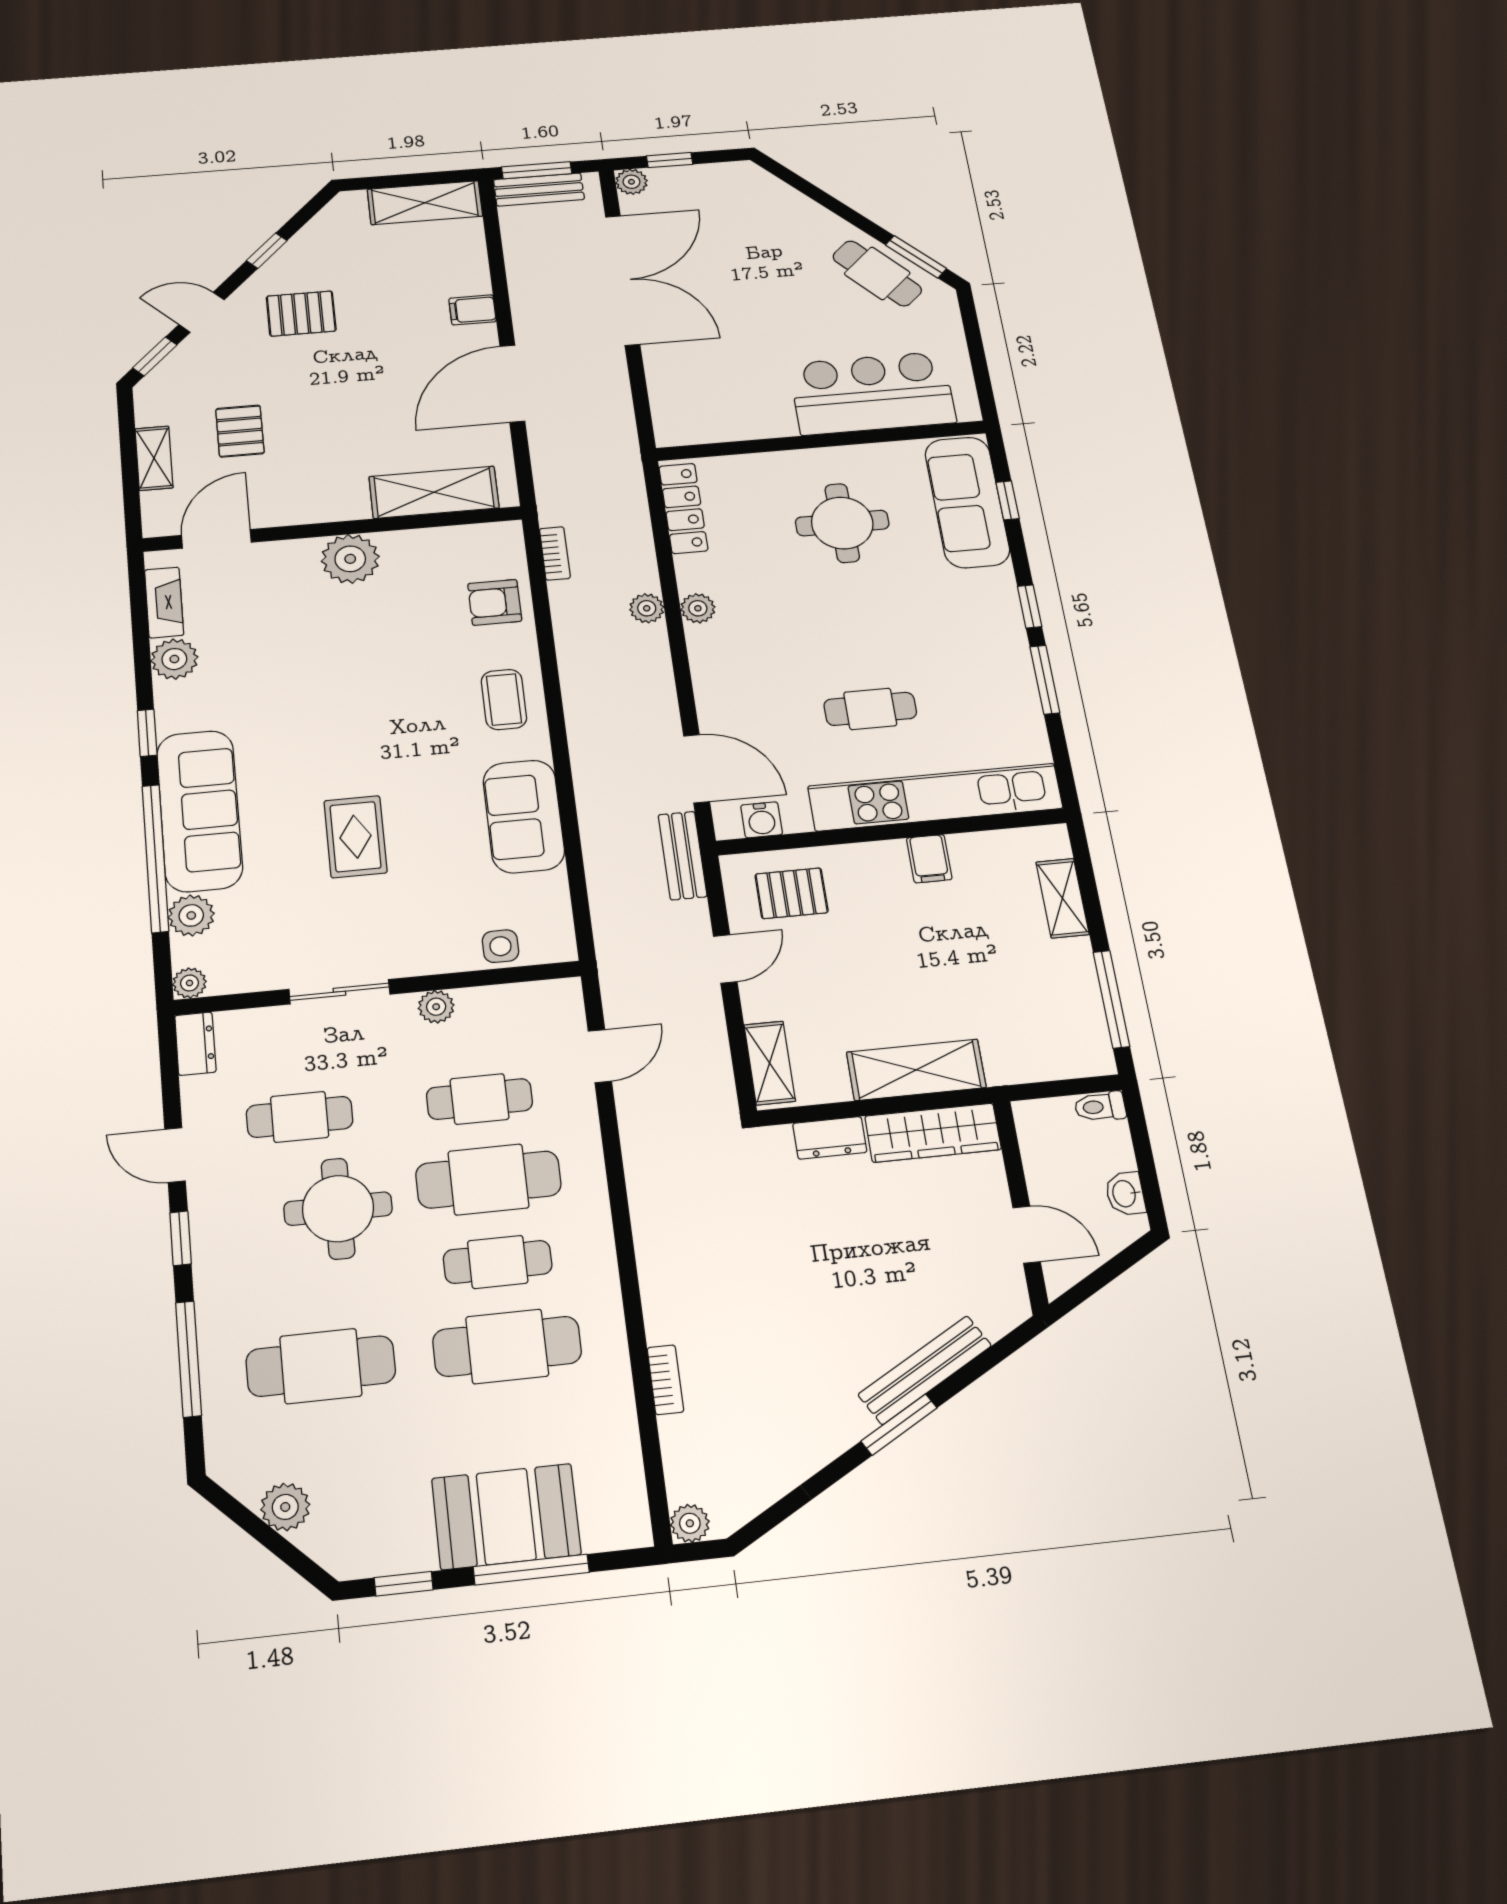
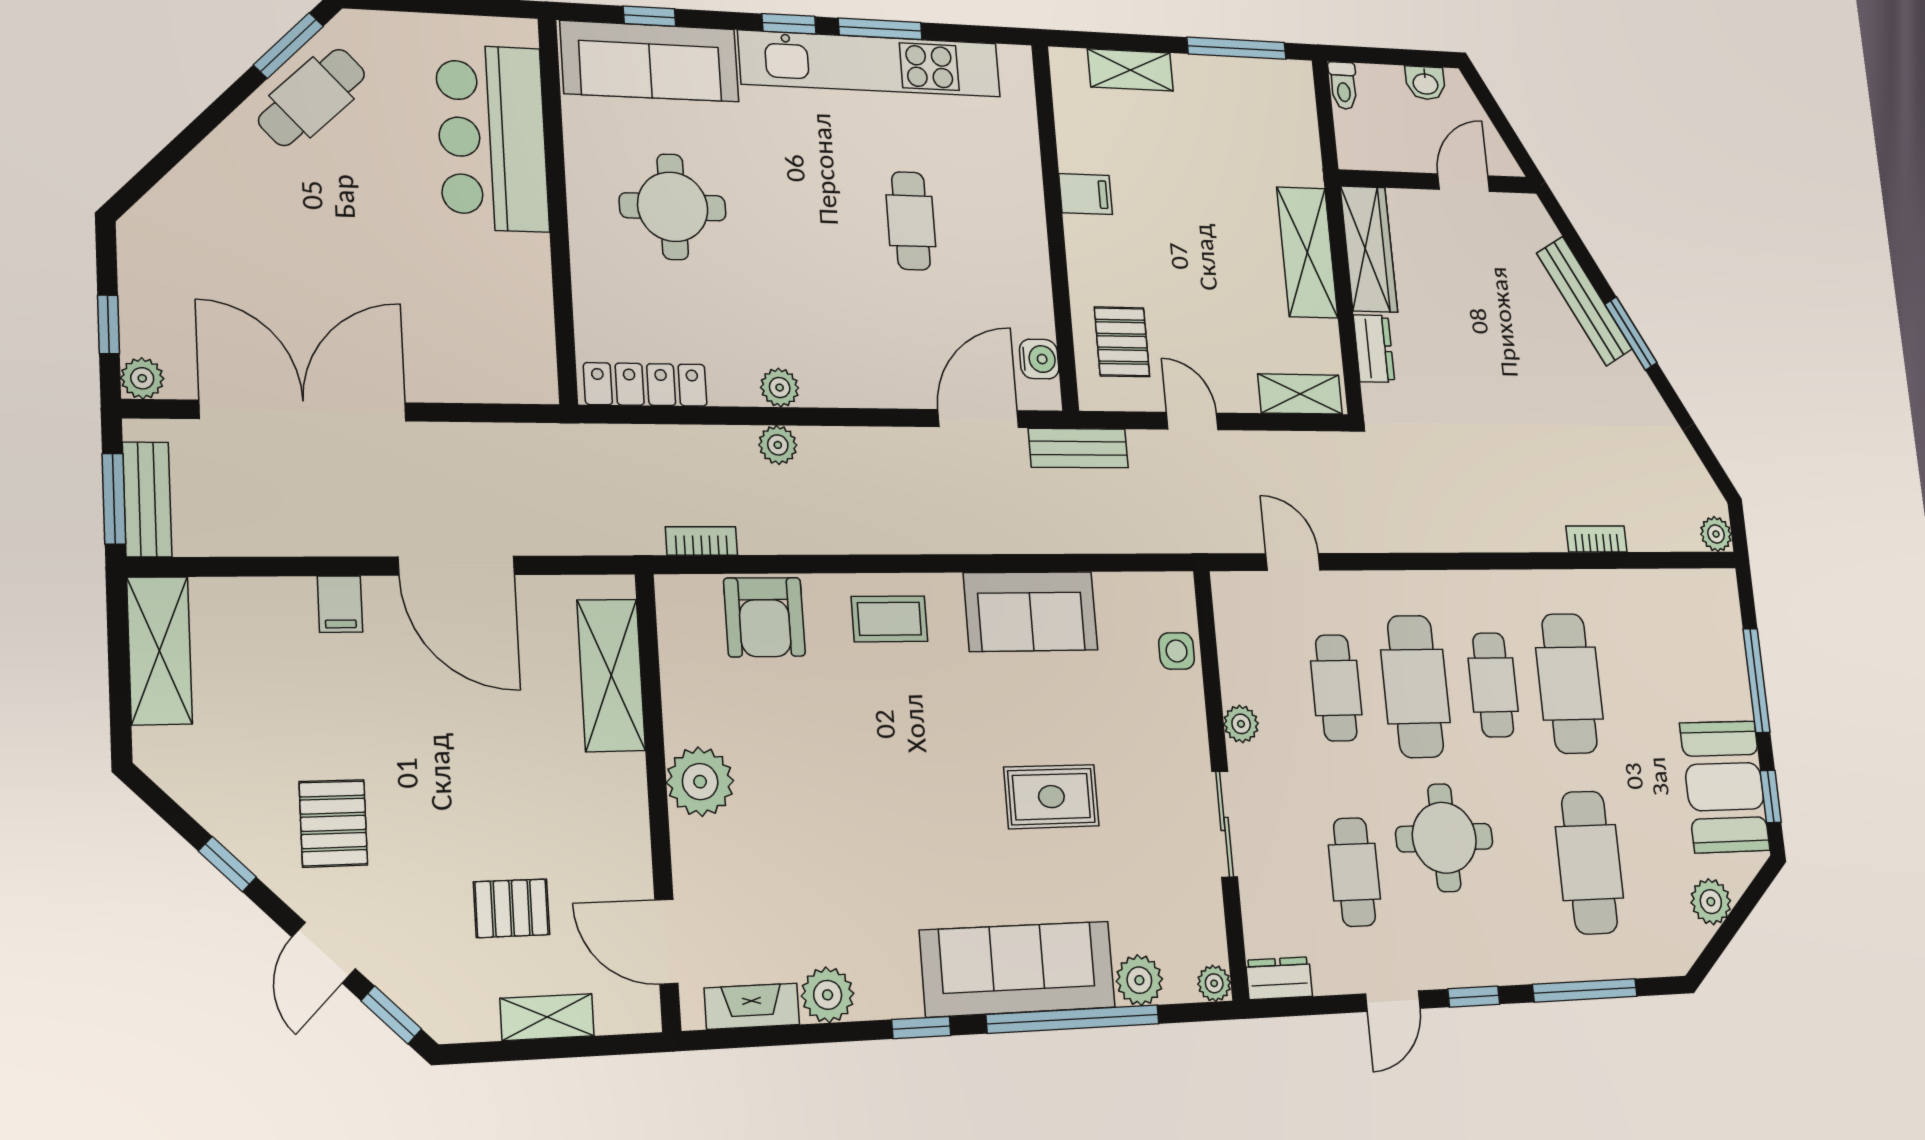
armchair: (495, 602) -> (764, 617), width x1.38, depth x1.38
kitchen unit: (935, 797) -> (870, 64), moved, turned -90
booth: (506, 1516) -> (1725, 787), moved

